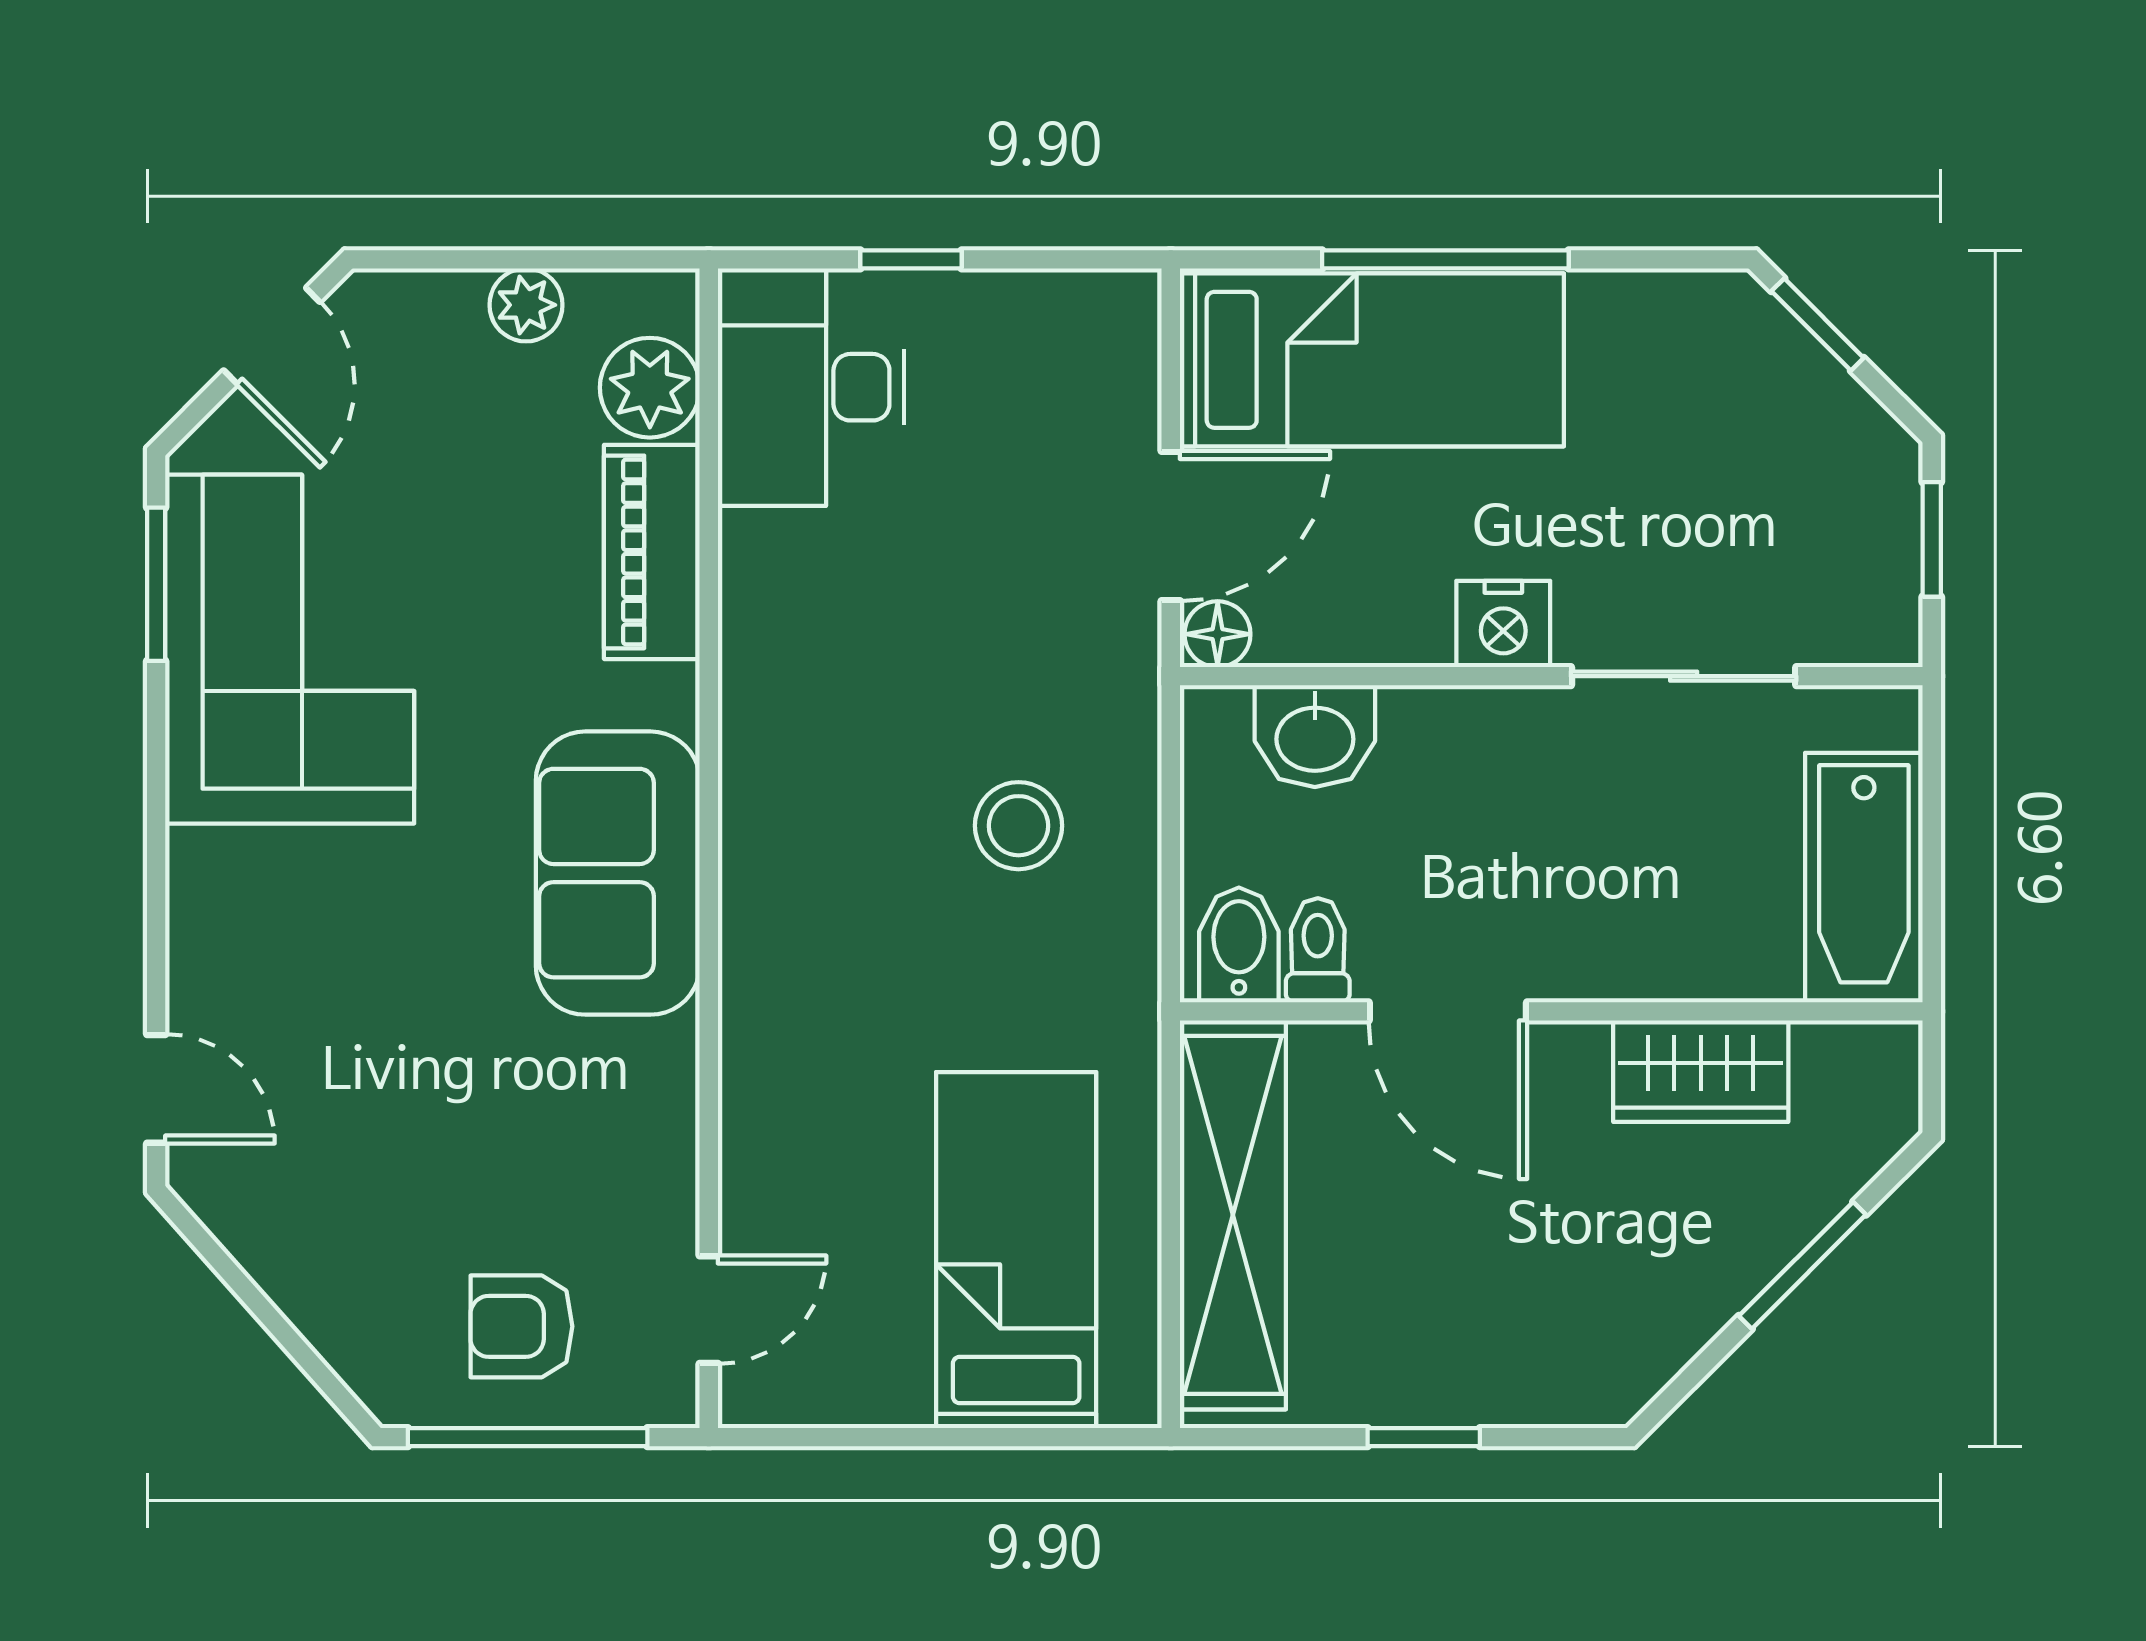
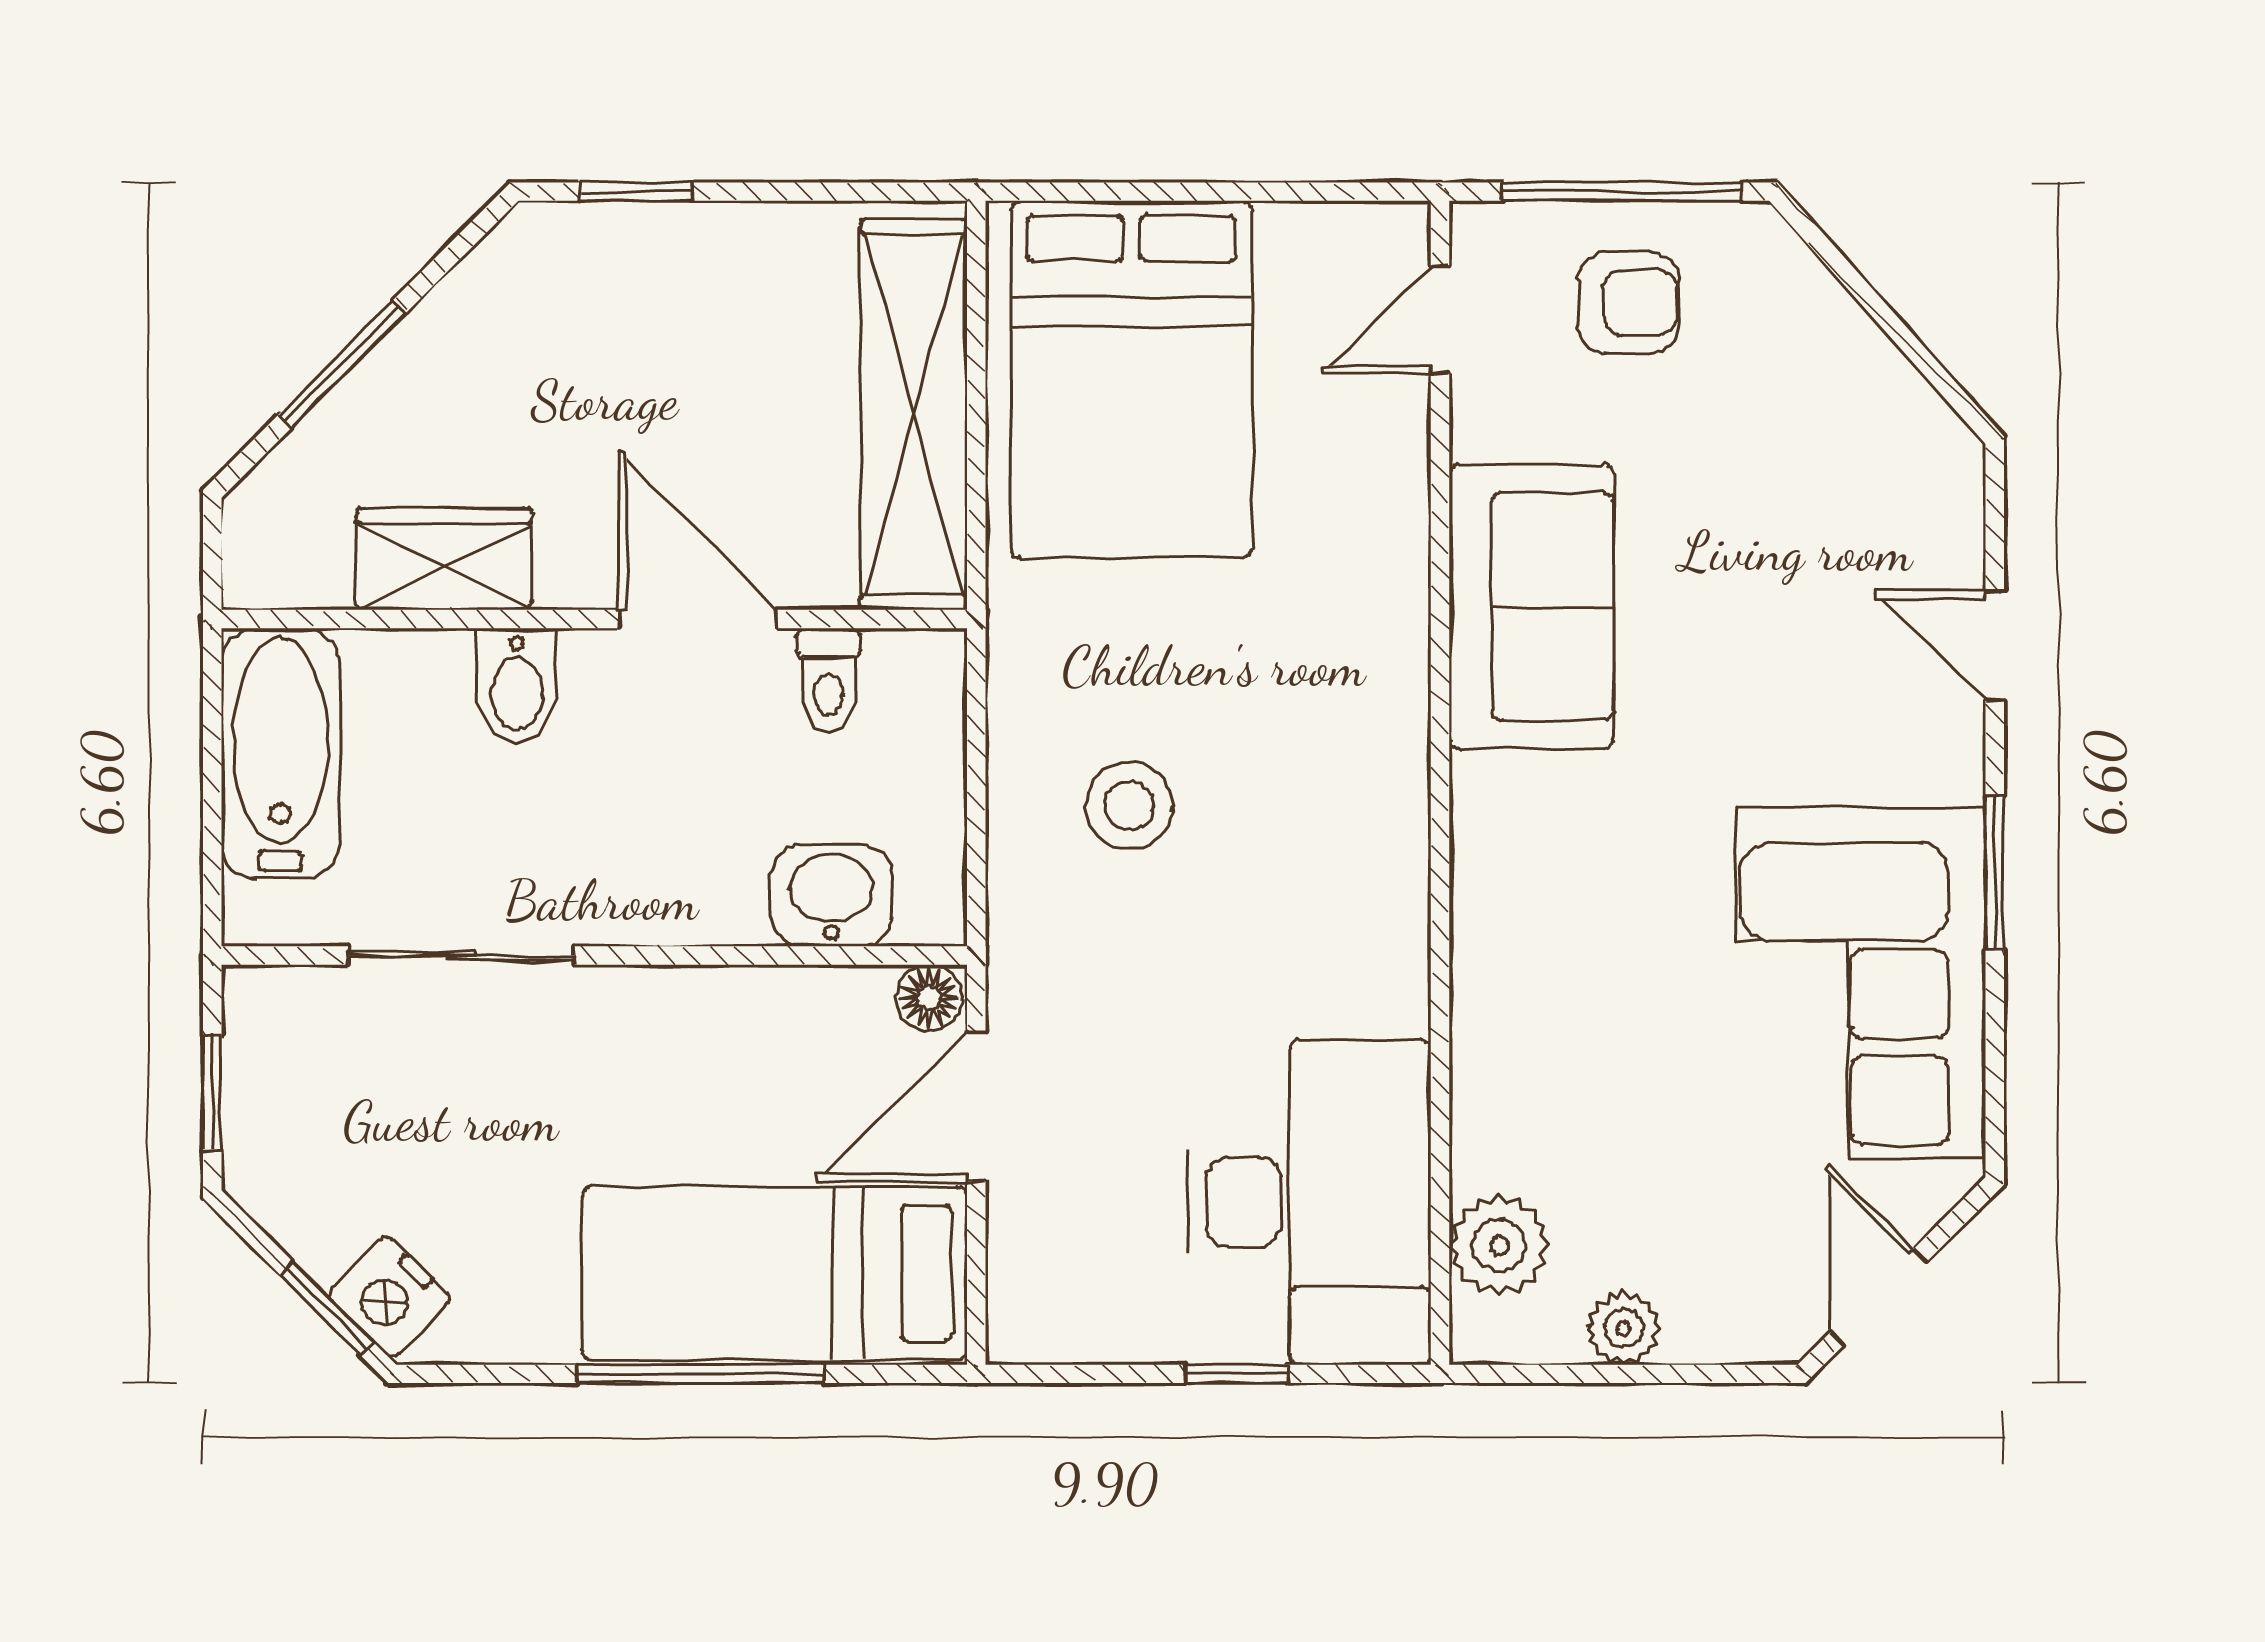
desk: (811, 387) -> (1309, 1202), width x1.36, depth x1.30
piano: (652, 552) -> (1497, 1080), removed
window: (156, 584) -> (1995, 873), moved
nightstand: (1503, 624) -> (389, 1297), moved, turned -135
sofa: (618, 873) -> (1531, 606), moved
bidet: (1239, 945) -> (517, 686), moved
door: (156, 1089) -> (1995, 646), moved
bed: (1016, 1250) -> (1131, 379), width x1.50
window: (1424, 1437) -> (636, 192), moved

